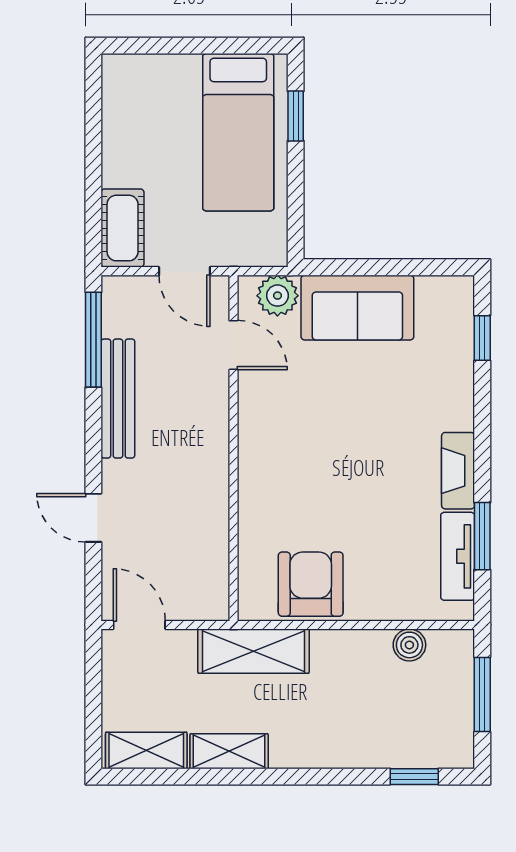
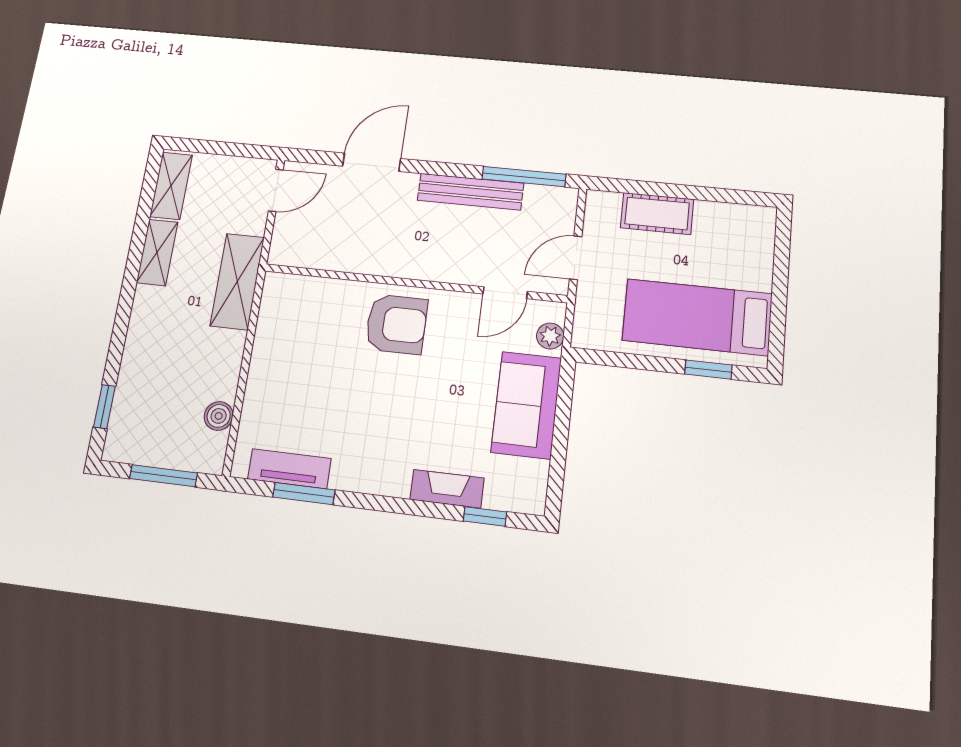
cot: (123, 228) -> (657, 213), moved
plant: (277, 296) -> (550, 336), width x0.73, depth x0.73
fireplace: (458, 471) -> (447, 489), moved
door: (93, 518) -> (372, 162), width x1.38
armchair: (311, 584) -> (396, 324), moved

